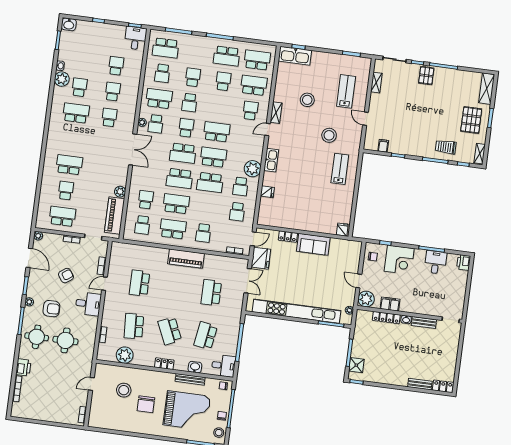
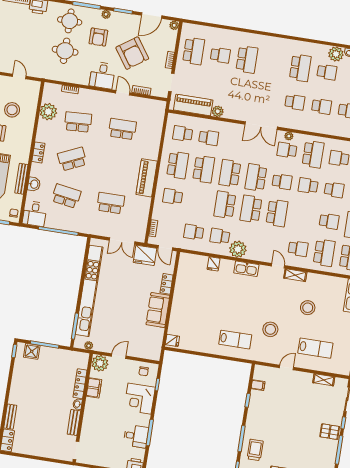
school desk: (213, 157) -> (251, 209), turned 180
armchair: (66, 276) -> (132, 53), width x1.88, depth x1.88

